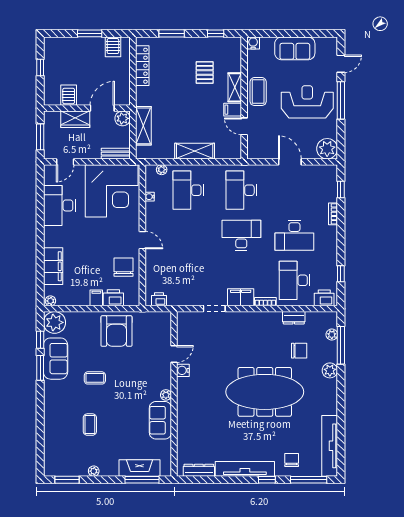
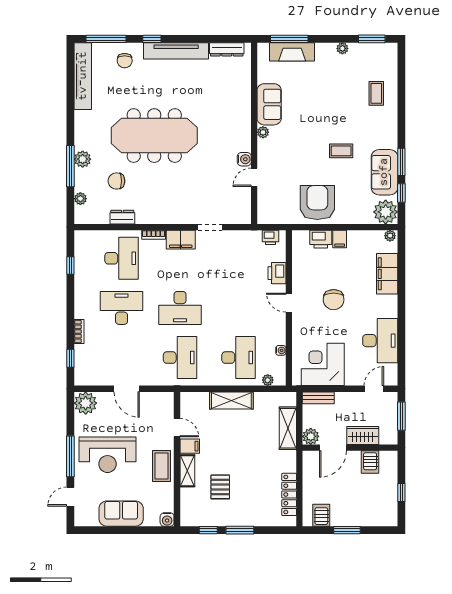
window: (172, 33) -> (240, 530), moved
corner desk: (112, 191) -> (323, 364), width x0.74, depth x0.74
chair: (123, 267) -> (334, 300), moved
printer: (324, 298) -> (277, 273), moved, turned 90
window: (341, 345) -> (70, 166), moved
coffee table: (90, 425) -> (376, 93), moved

